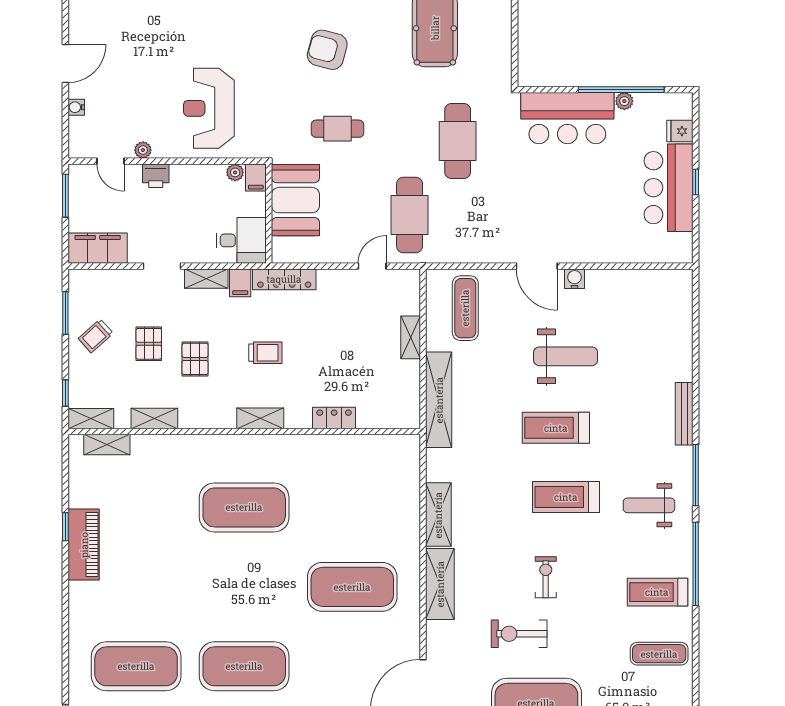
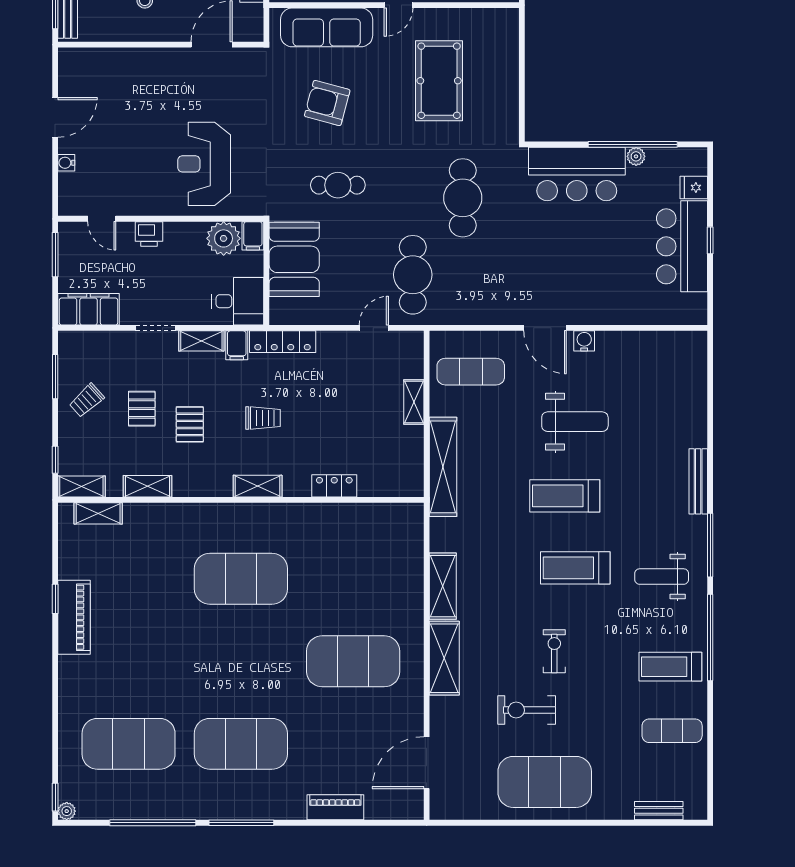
plant: (143, 150) -> (136, 207), removed
plant: (235, 172) -> (224, 238), width x1.88, depth x1.88
exercise mat: (465, 308) -> (471, 372), turned 90

